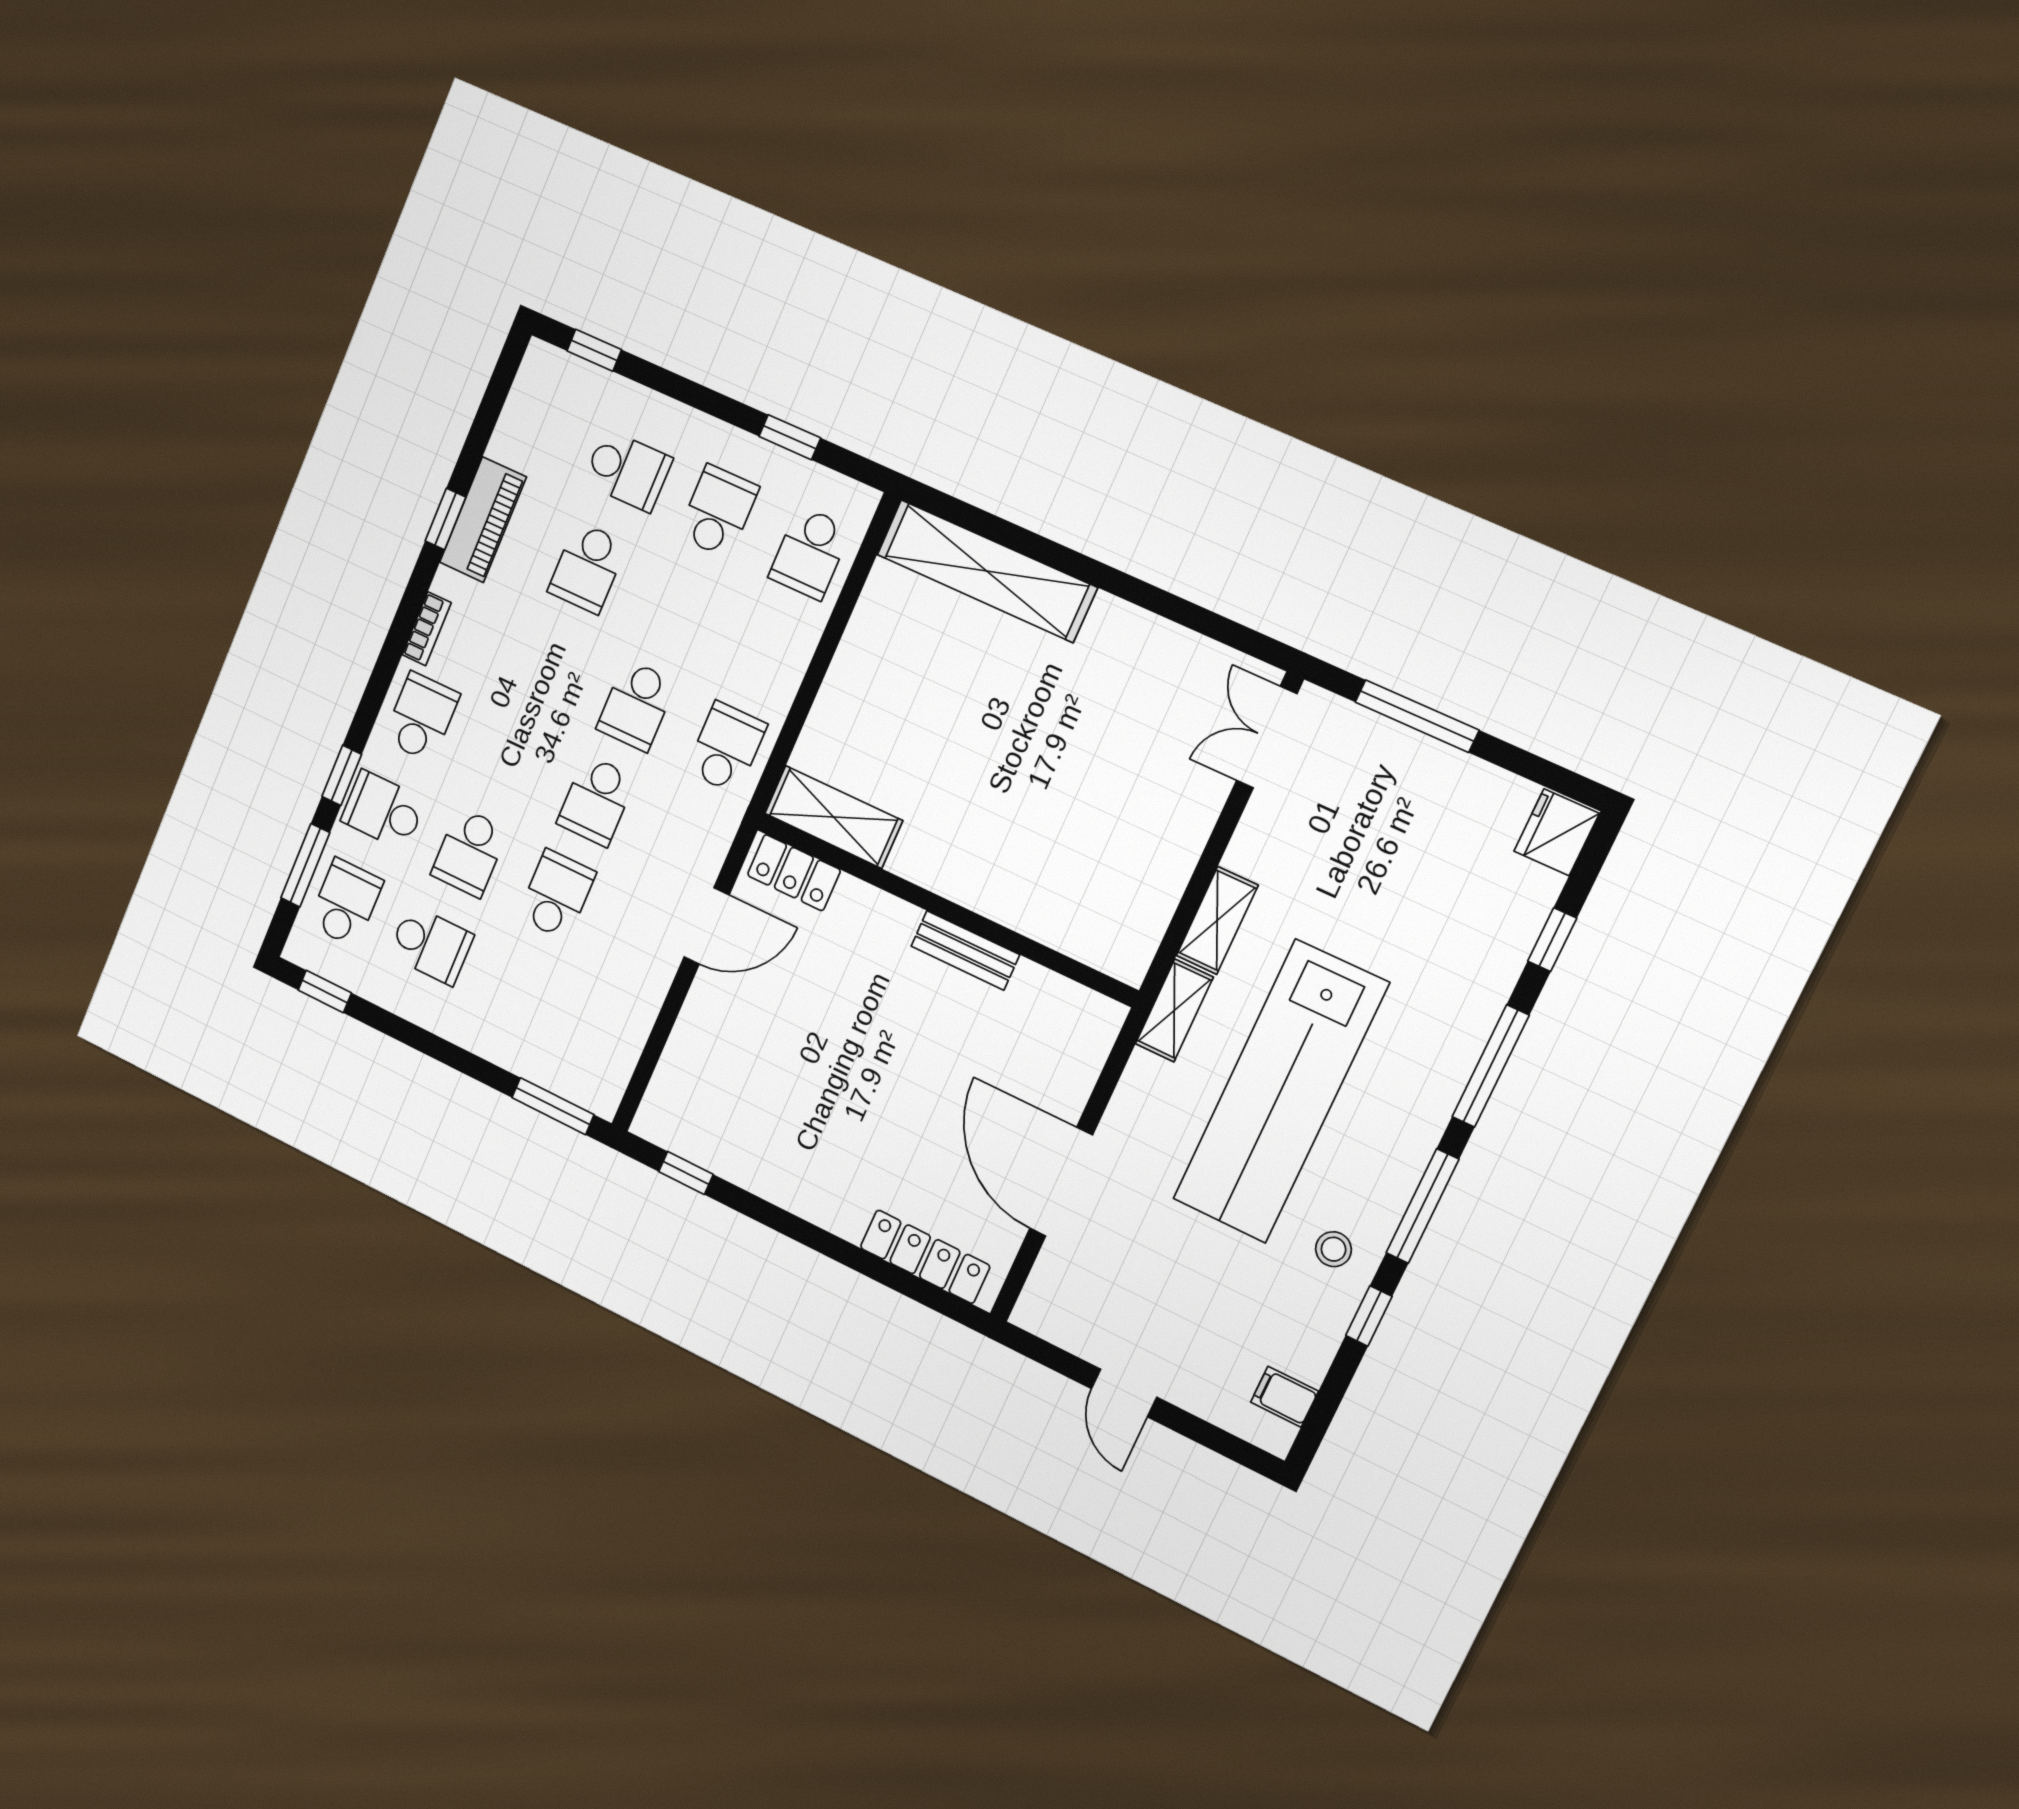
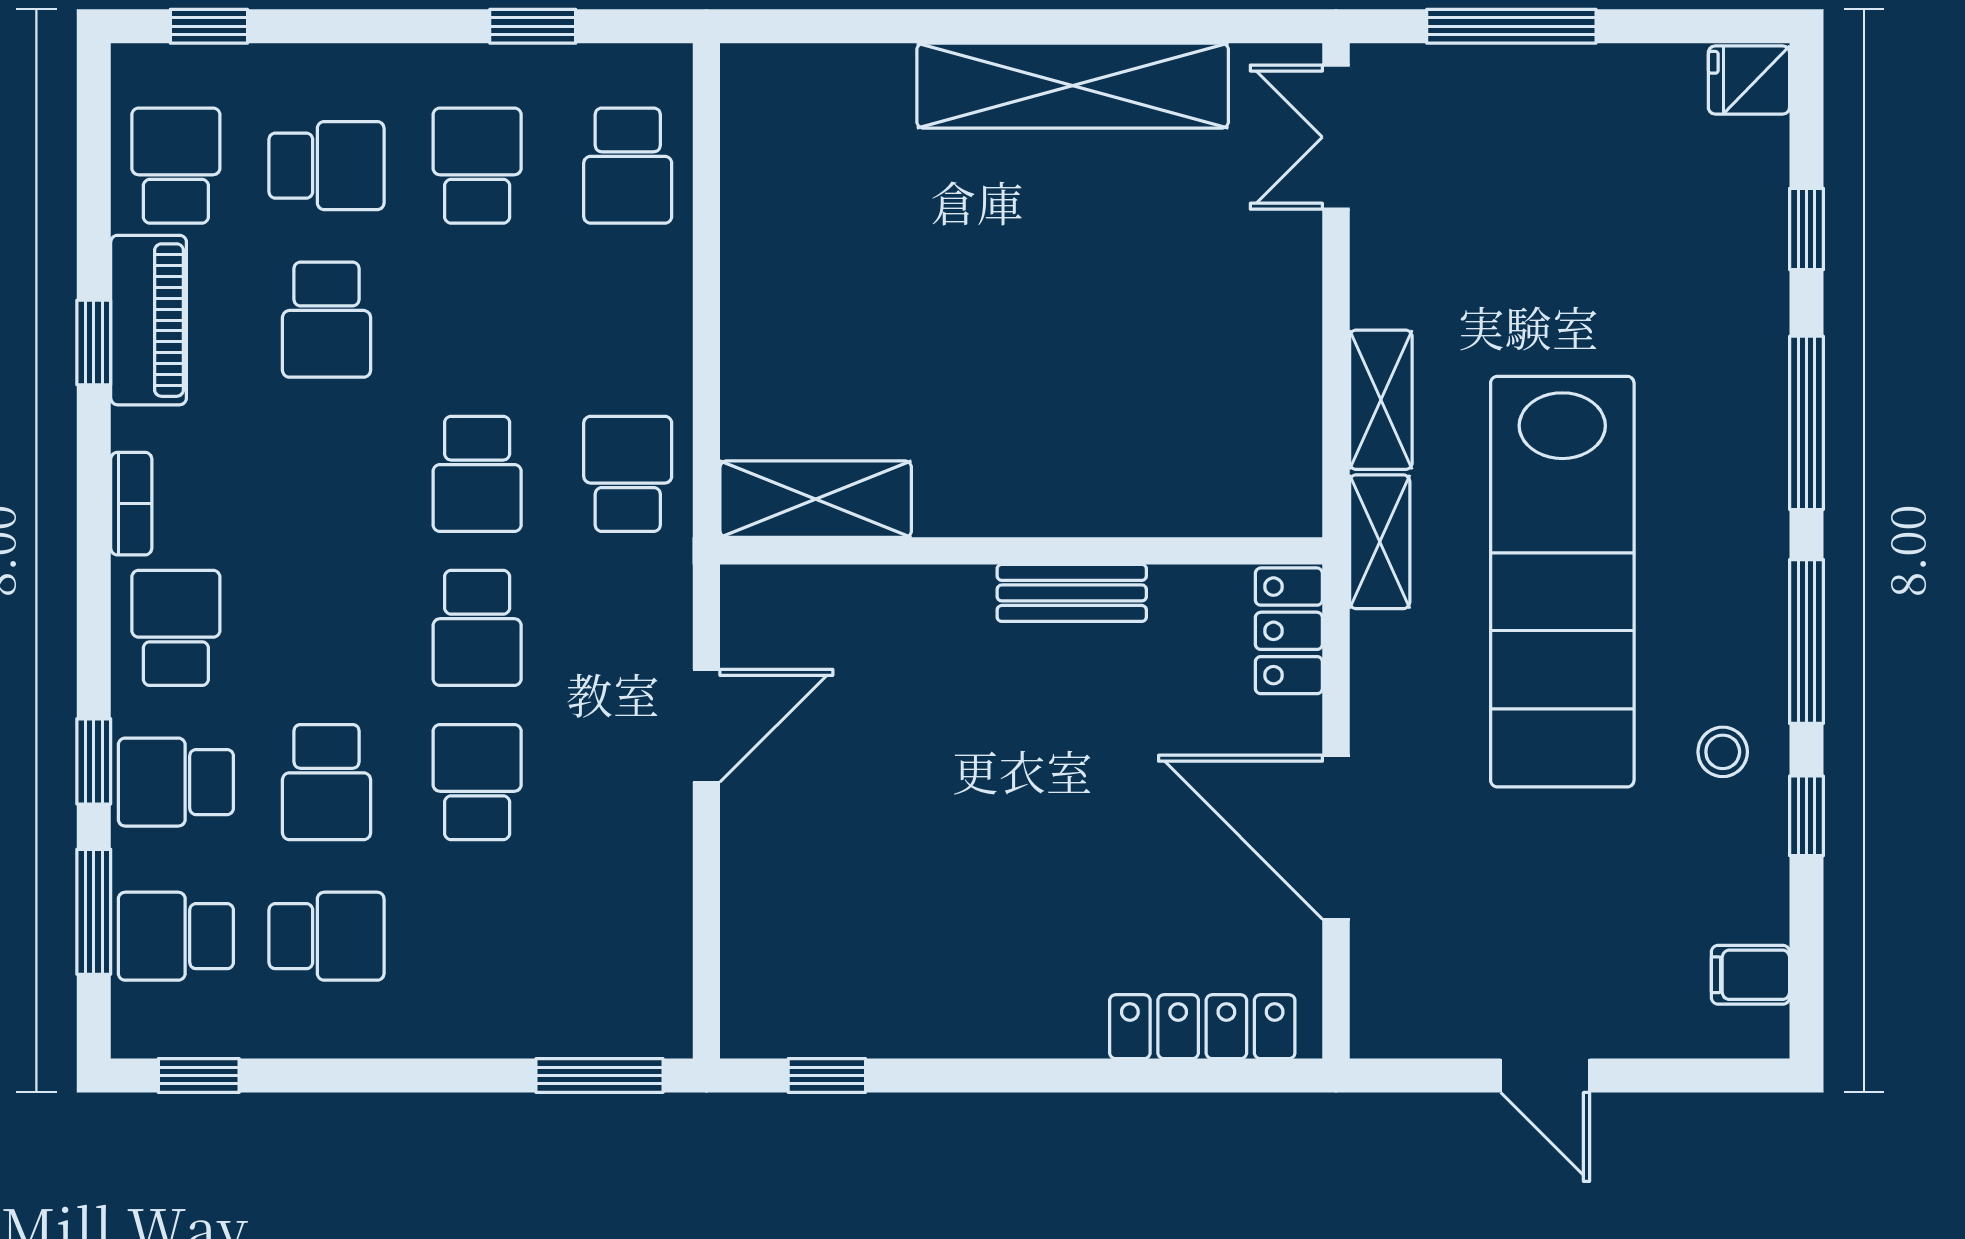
school desk: (538, 430) -> (176, 166), added
shelving: (987, 571) -> (1073, 86), moved
fridge: (1557, 832) -> (1749, 80), width x0.72
locker: (794, 873) -> (1289, 631), moved, turned 90
school desk: (346, 903) -> (176, 936), turned -90

